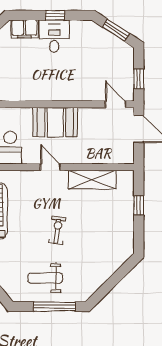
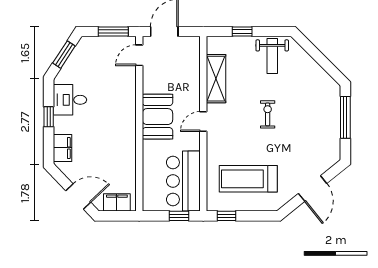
desk: (54, 36) -> (70, 100), moved
window: (139, 79) -> (113, 32), width x1.50
exercise bike: (57, 230) -> (268, 114), turned 83
weight bench: (45, 278) -> (272, 56), moved

